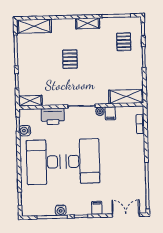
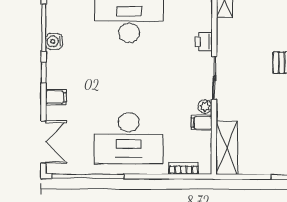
printer: (53, 116) -> (204, 42), width x0.53, depth x0.68
desk: (83, 161) -> (129, 138), moved

